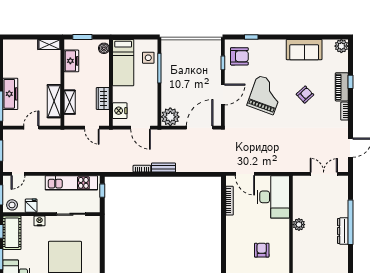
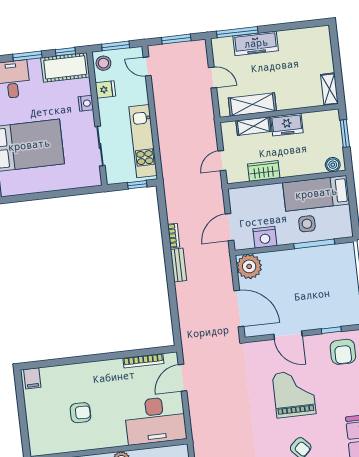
side table: (148, 58) -> (307, 224), moved
freezer: (71, 61) -> (287, 125), moved
grand piano: (266, 95) -> (294, 394), turned -110
nightstand: (120, 111) -> (265, 237), moved, turned 180

